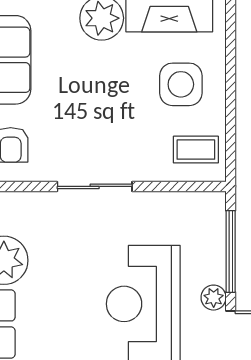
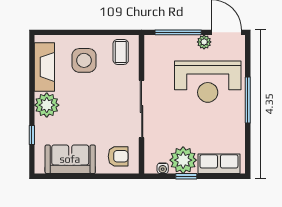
sliding door: (95, 186) -> (142, 109), width x1.37

